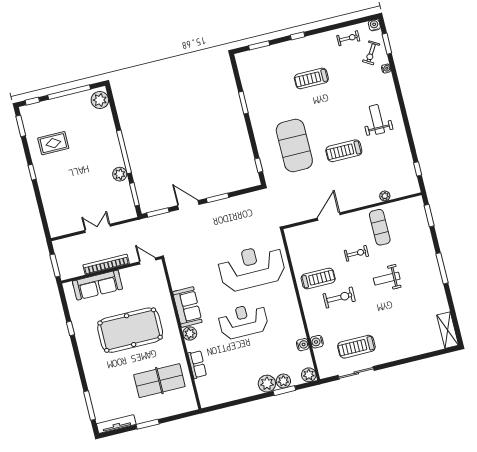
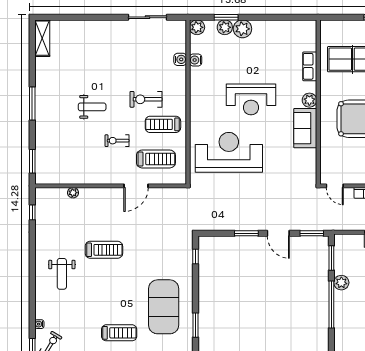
exercise mat: (294, 146) -> (164, 307), moved
exercise mat: (380, 227) -> (86, 162), removed
reception desk: (252, 268) -> (229, 152), turned 180
treadmill: (356, 347) -> (156, 159), moved

